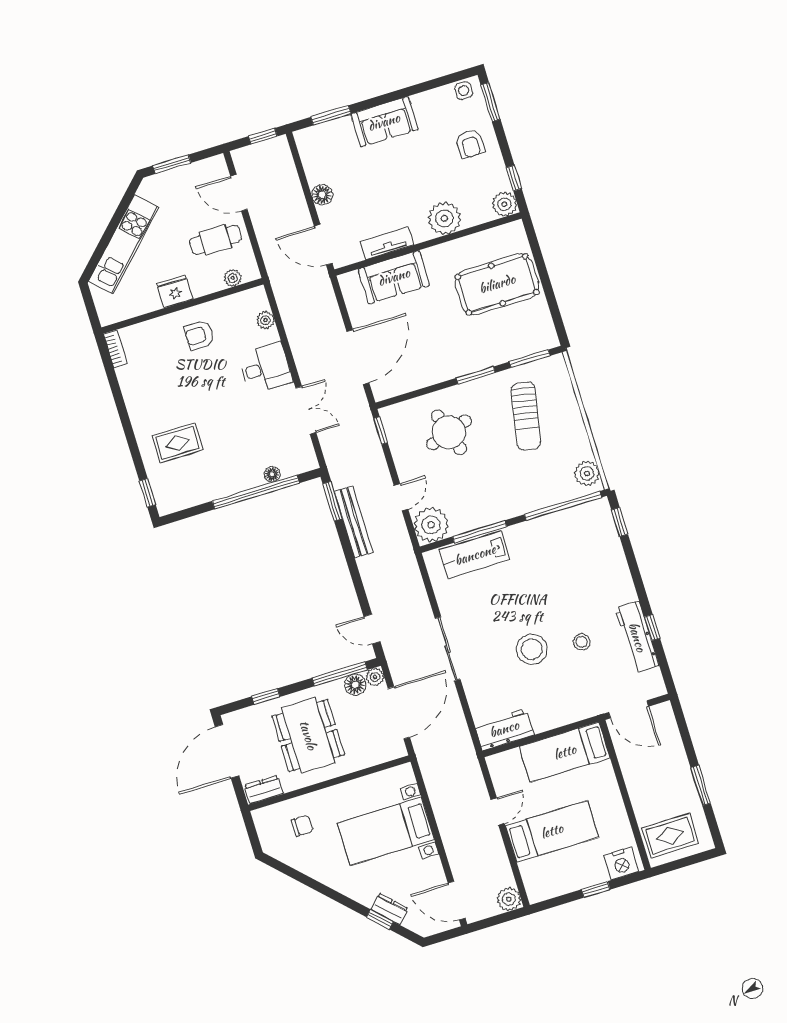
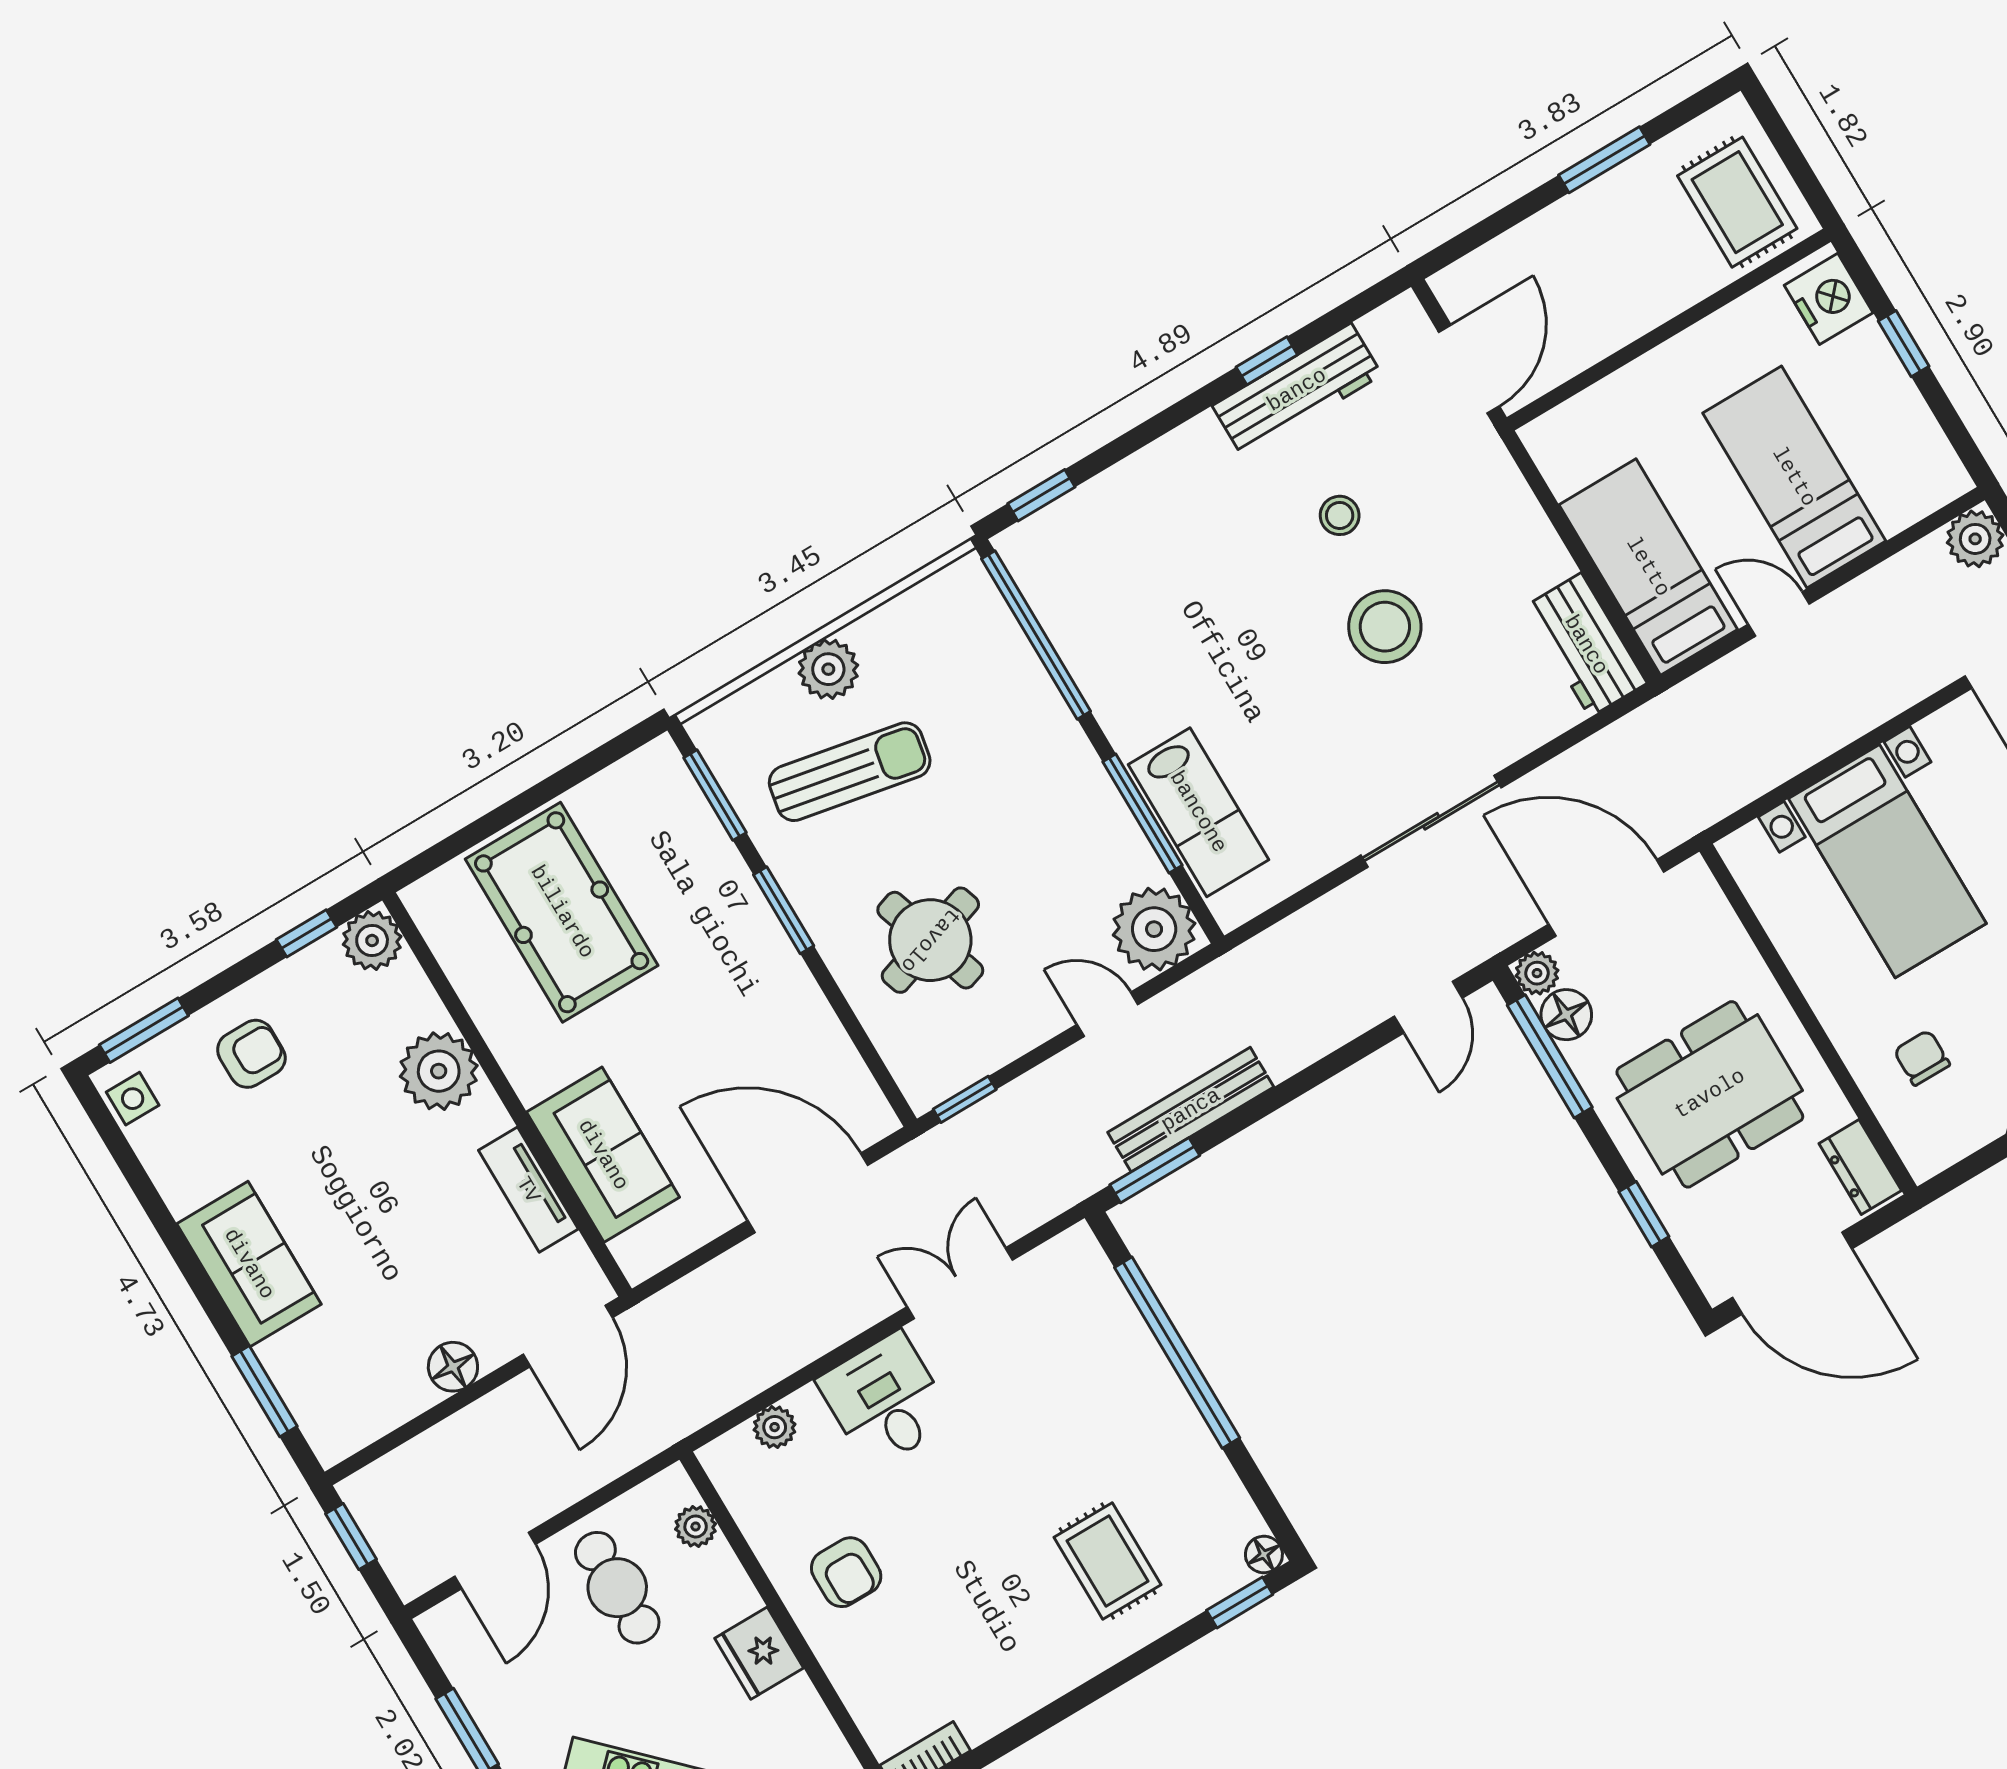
plant: (587, 473) -> (828, 669), moved
floor lamp: (272, 474) -> (1264, 1555), moved
bed: (565, 752) -> (1648, 567), moved, turned 180

